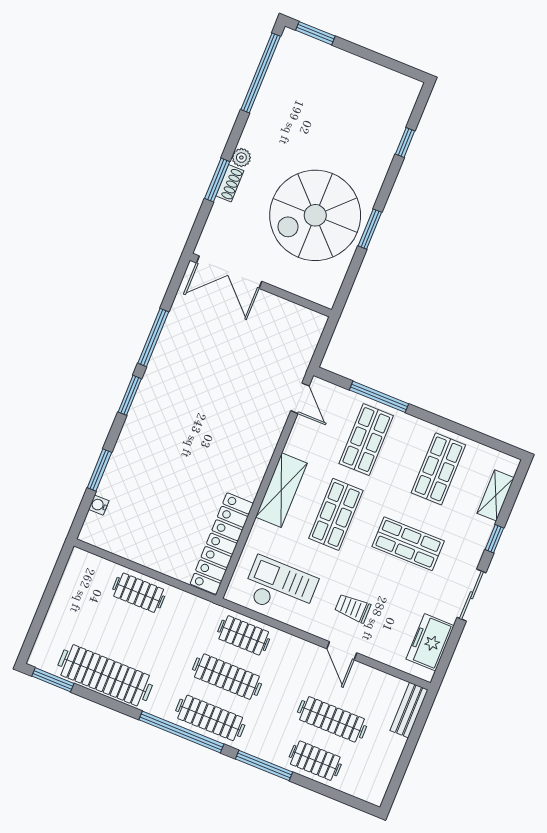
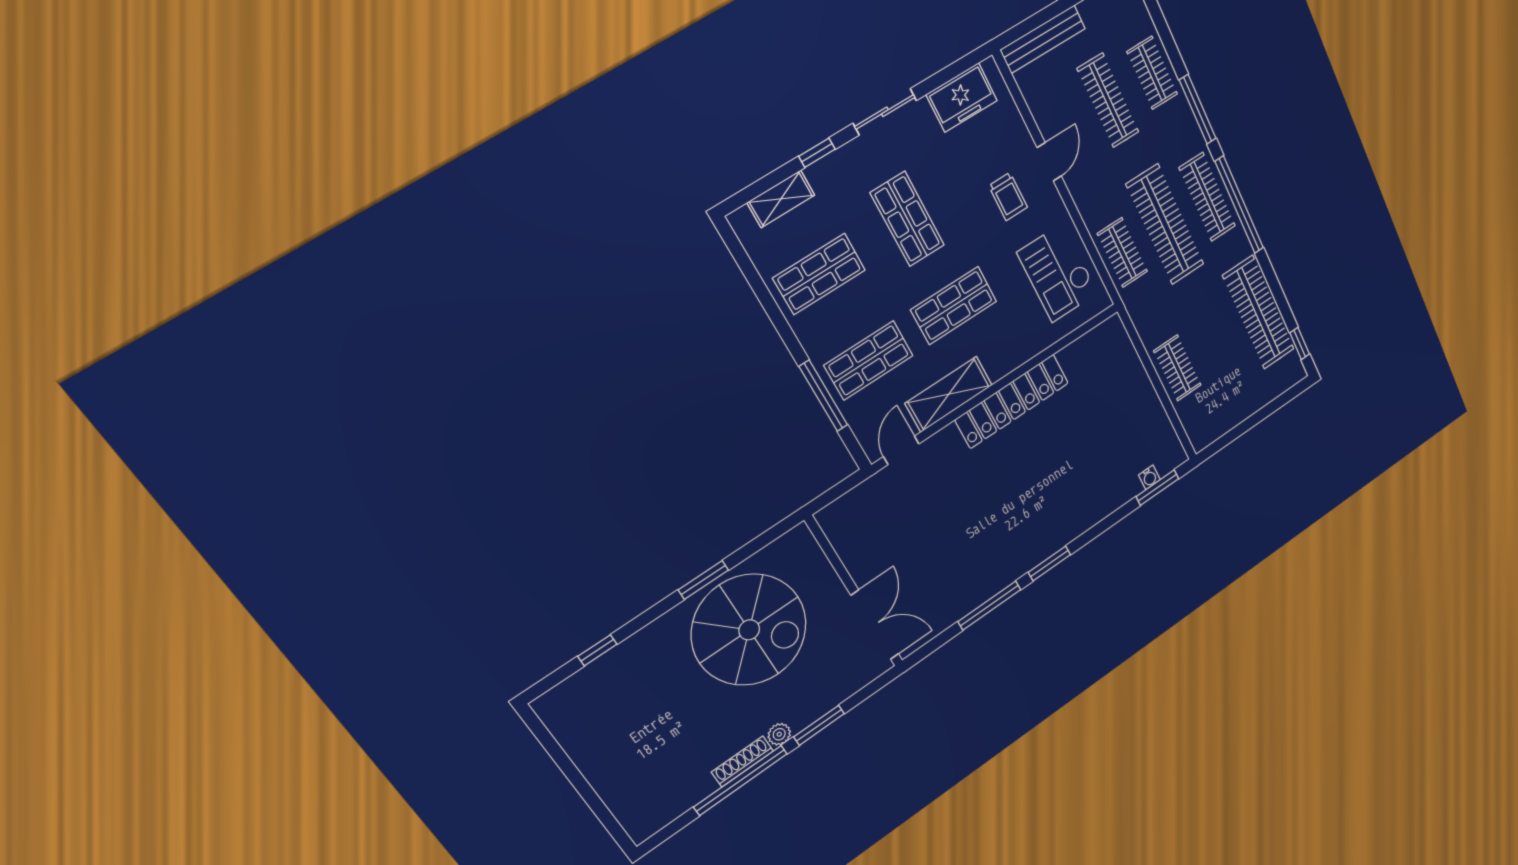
window: (315, 33) -> (610, 822), removed
window: (261, 73) -> (741, 780), moved
shoe rack: (230, 183) -> (742, 762), moved, width x1.43
window: (99, 470) -> (1157, 488), moved
shelving: (281, 490) -> (949, 394), moved
locker: (222, 544) -> (1012, 401), moved
clothes rail: (227, 677) -> (1165, 225), width x1.37, depth x1.31
window: (53, 680) -> (1300, 343), width x0.67
bench: (409, 710) -> (1043, 39), width x1.36

